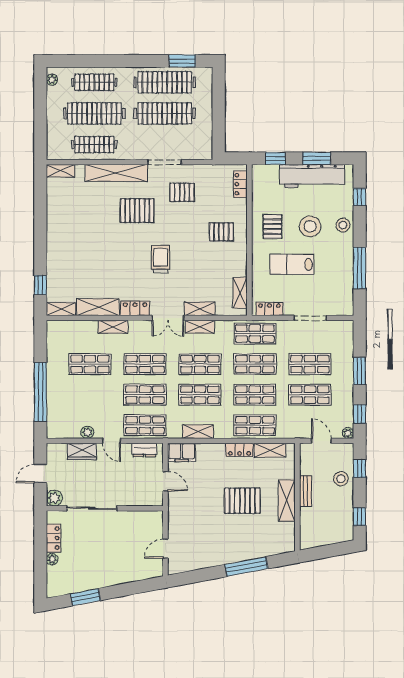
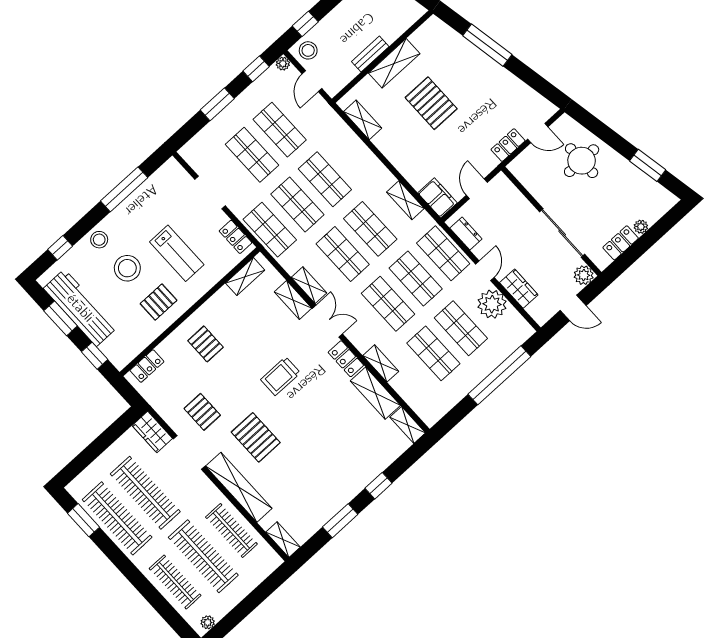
wardrobe: (198, 151) -> (152, 432), added
window: (40, 216) -> (340, 521), added
window: (40, 285) -> (378, 486), moved
shop shelf: (255, 425) -> (461, 328), moved
plant: (87, 432) -> (492, 304), width x1.88, depth x1.88
locker: (240, 450) -> (508, 145), moved, turned -90
stool: (341, 479) -> (308, 50), moved
round table: (125, 560) -> (582, 161), added

